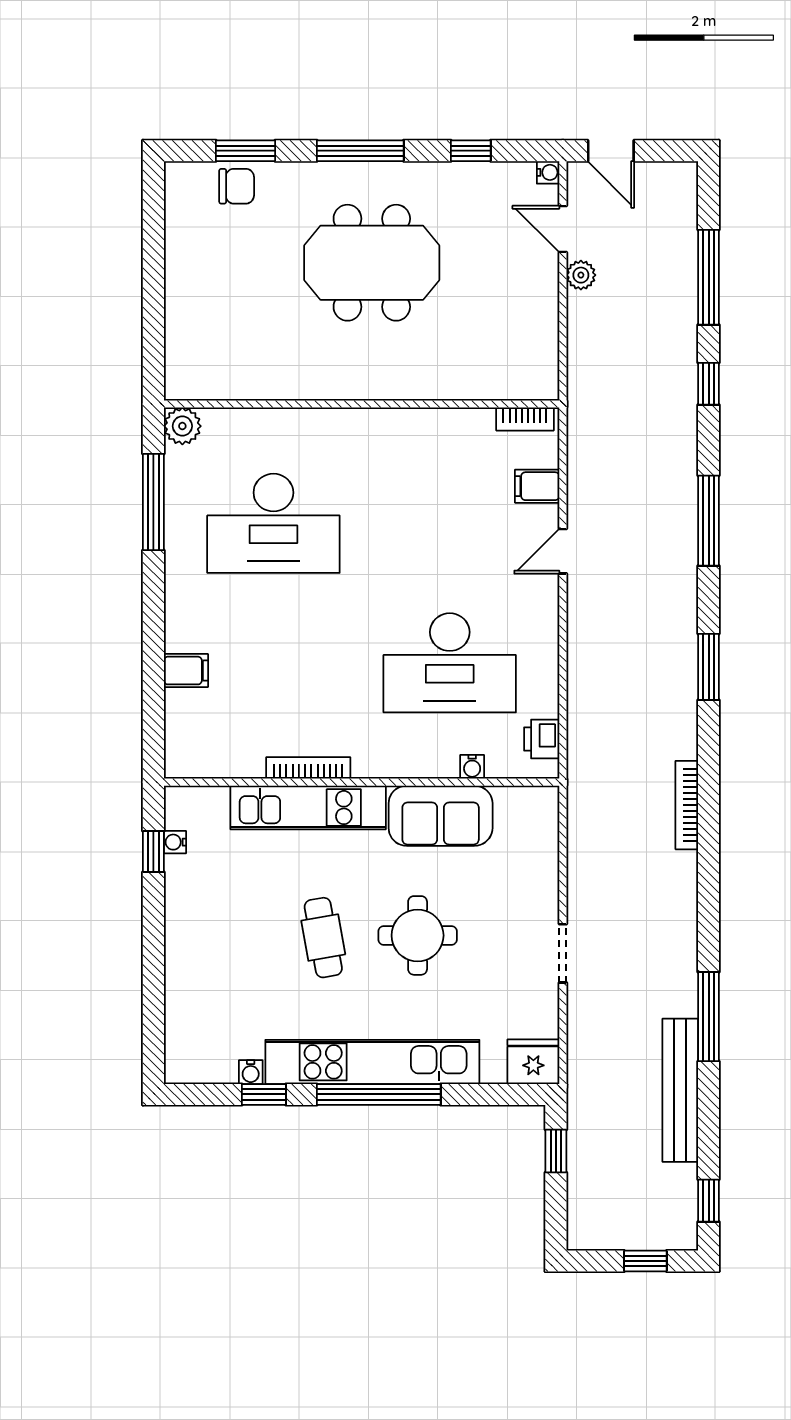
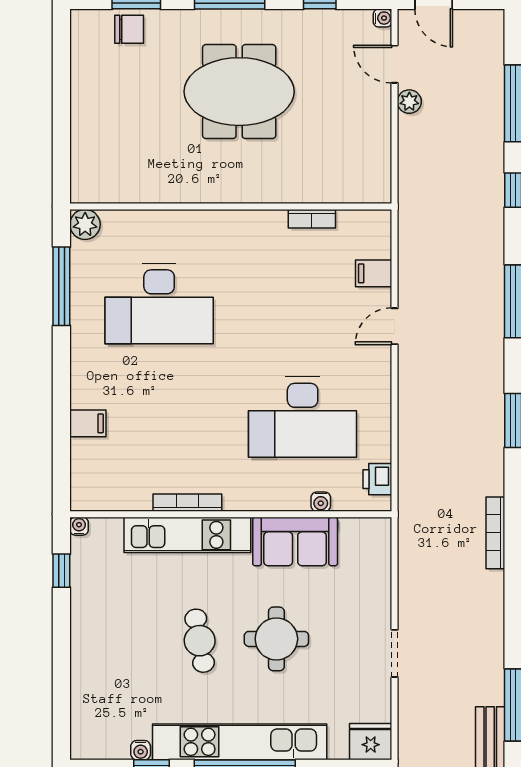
bookcase: (525, 419) -> (312, 219), moved
water cooler: (175, 842) -> (79, 526), moved, turned 90

